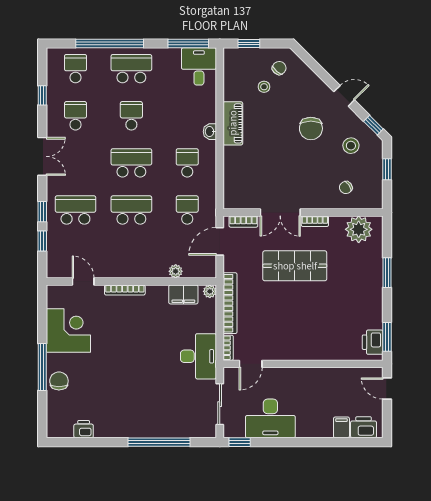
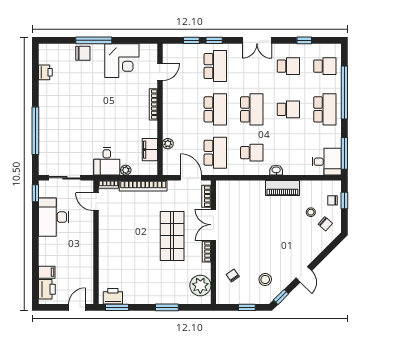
chair: (311, 128) -> (333, 200), moved, width x0.54, depth x0.54
school desk: (187, 210) -> (215, 153), width x1.85
plant: (210, 291) -> (126, 170), moved
desk: (198, 356) -> (107, 161), width x0.73

